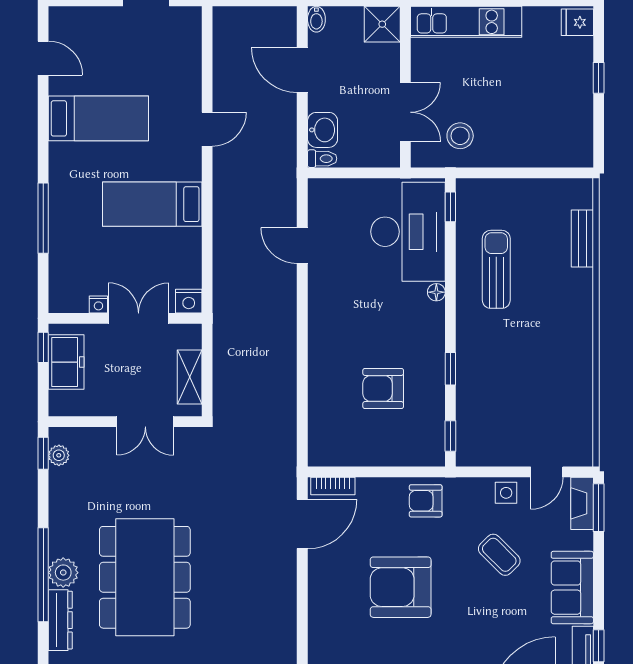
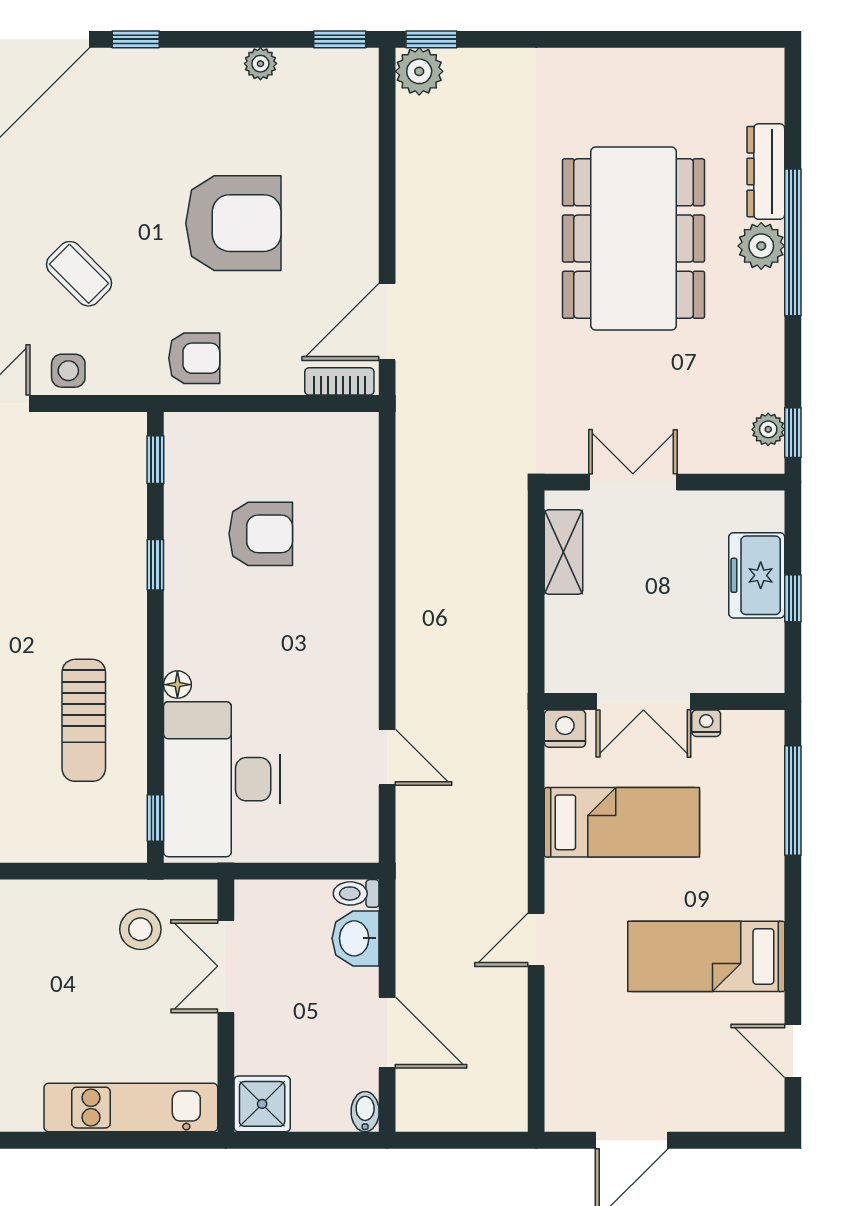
nightstand: (189, 301) -> (565, 729), moved
nightstand: (98, 305) -> (706, 723), moved
wall: (125, 318) -> (665, 702), moved
double door: (139, 318) -> (643, 702), moved

